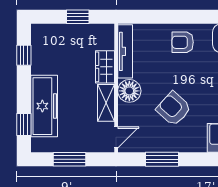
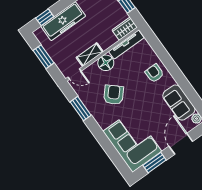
wardrobe: (105, 67) -> (125, 29), moved

